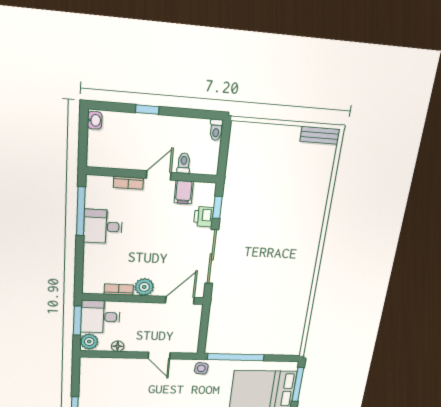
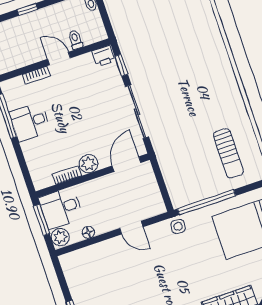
door: (159, 175) -> (59, 59), hinge flipped
filing cabinet: (184, 192) -> (86, 64), removed
printer: (204, 217) -> (103, 56), moved, turned -90
sun lounger: (275, 324) -> (228, 153), added

